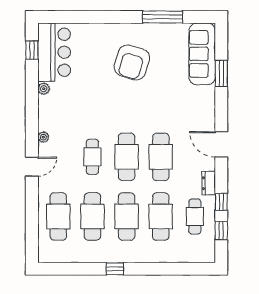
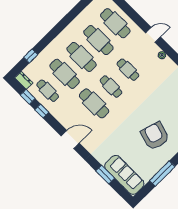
cafe table: (127, 157) -> (111, 87), width x0.73, depth x0.74
door: (32, 167) -> (153, 35), swing flipped
dresser: (209, 183) -> (24, 80), moved
window: (115, 269) -> (31, 56), moved

